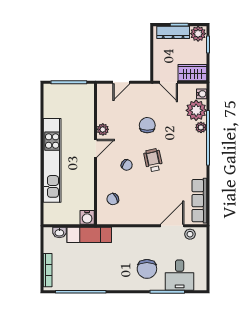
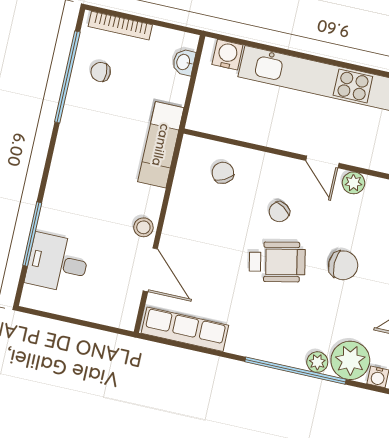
wheelchair: (153, 160) -> (277, 262), width x1.36, depth x1.37
water cooler: (87, 217) -> (227, 55), moved, turned 90
stool: (190, 234) -> (143, 227), moved
exam couch: (89, 235) -> (161, 145), moved
chair: (147, 269) -> (101, 72), moved, width x0.54, depth x0.54

